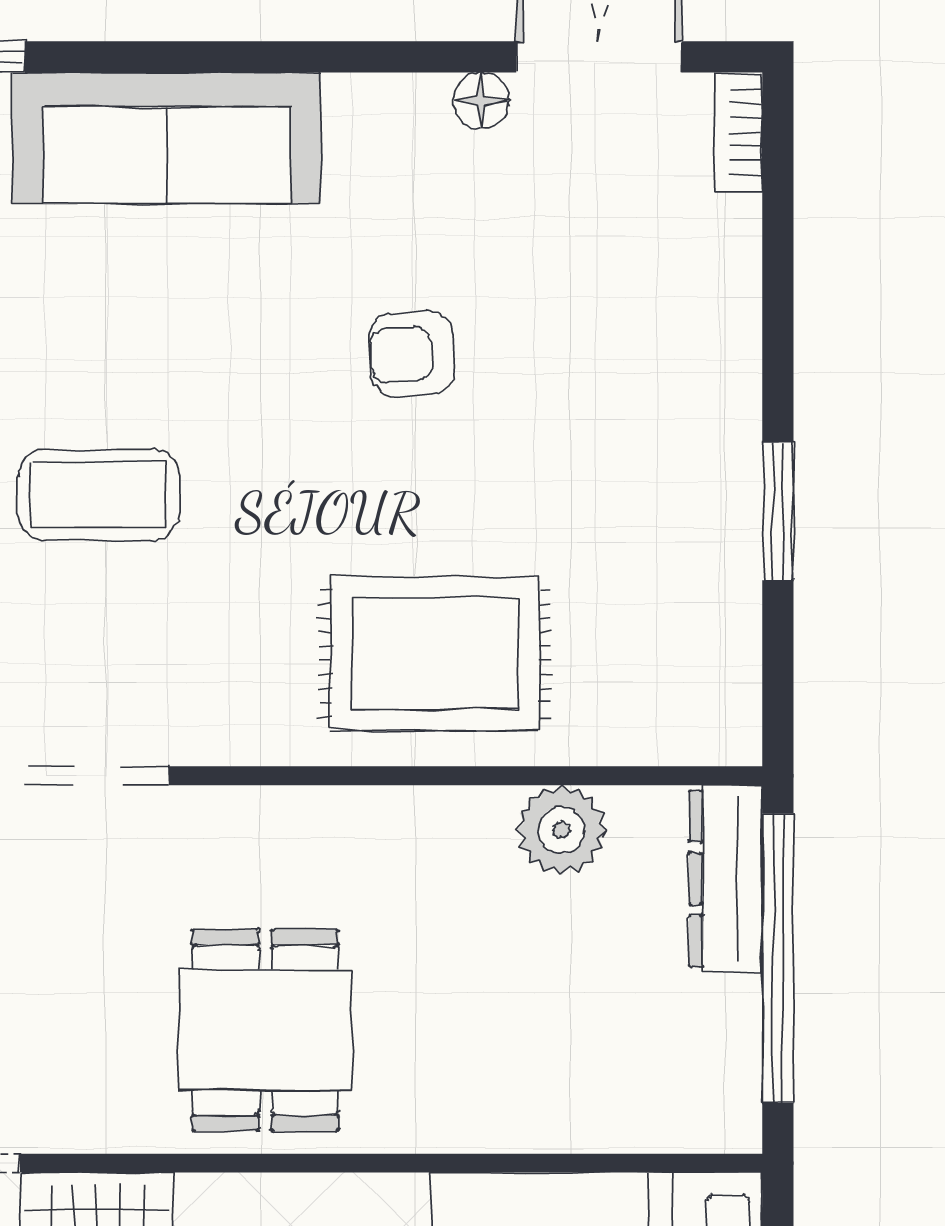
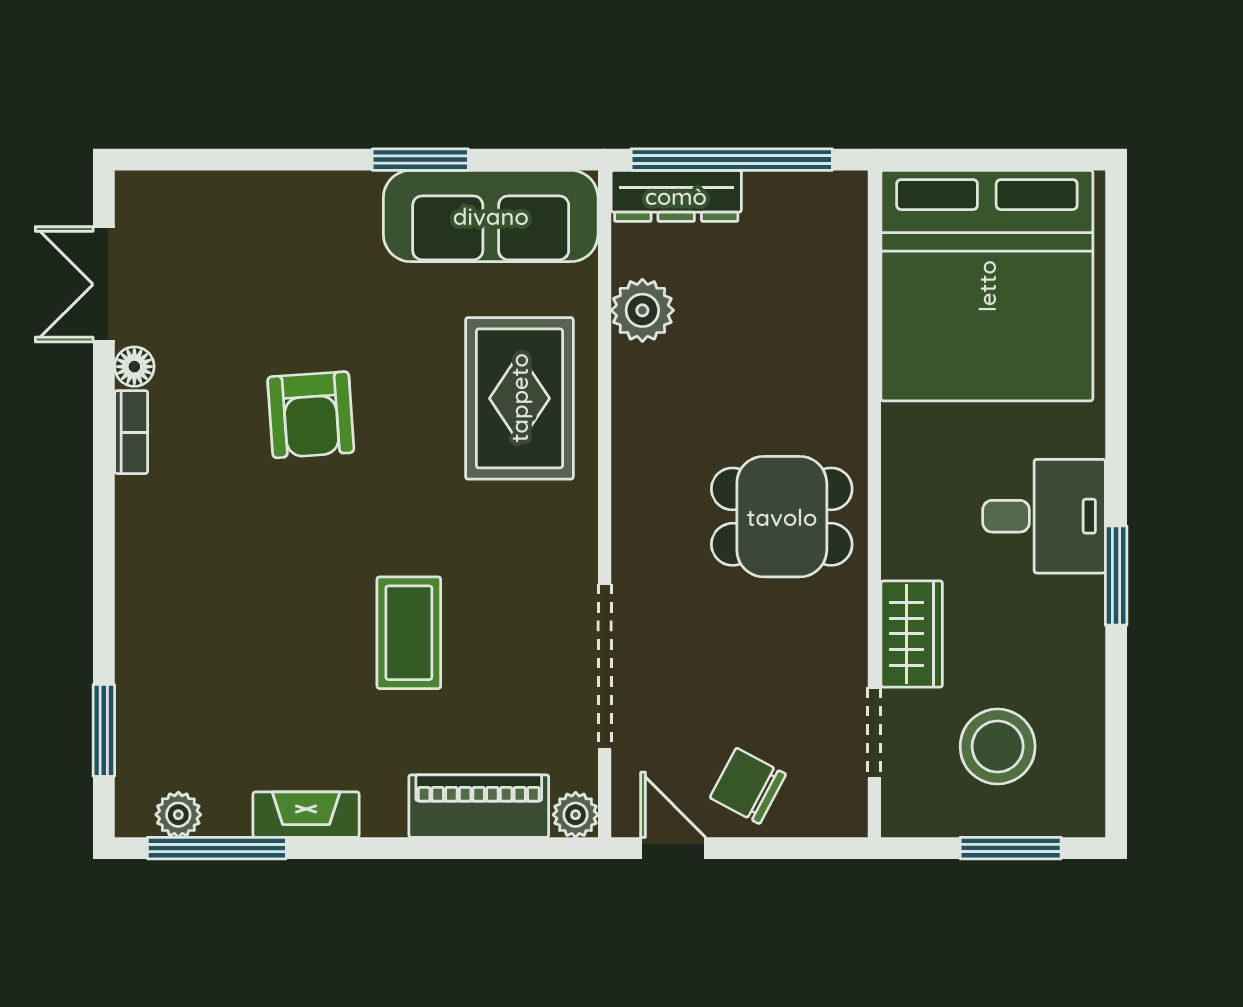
bookcase: (739, 132) -> (131, 432), moved, turned -90
sofa: (167, 138) -> (491, 216), moved, turned 90
armchair: (412, 354) -> (311, 415), width x1.38, depth x1.38

